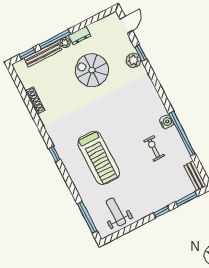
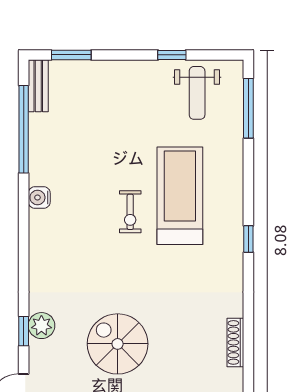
spiral stairs: (92, 70) -> (118, 344), turned 180
window: (182, 134) -> (24, 129), moved
exercise bike: (154, 148) -> (130, 212), moved
window: (162, 212) -> (172, 55), moved

